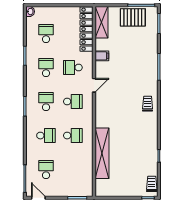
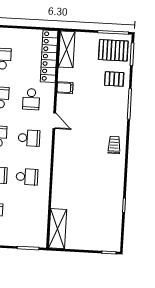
pallet: (133, 17) -> (113, 50), moved
pallet: (144, 46) -> (114, 79), added
school desk: (73, 67) -> (31, 99), turned -90
door: (94, 85) -> (54, 121), hinge flipped
shelving: (102, 153) -> (58, 229), moved, width x0.68
trolley: (152, 184) -> (114, 237), removed

